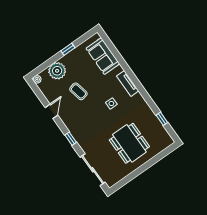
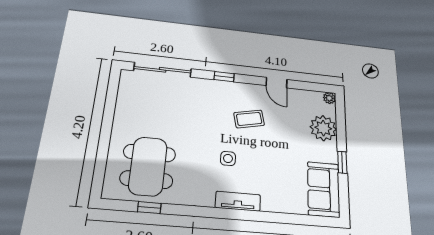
sofa: (103, 56) -> (324, 189), moved, turned -90
coffee table: (78, 91) -> (249, 119), moved
dining table: (129, 143) -> (148, 166), moved, turned 90

